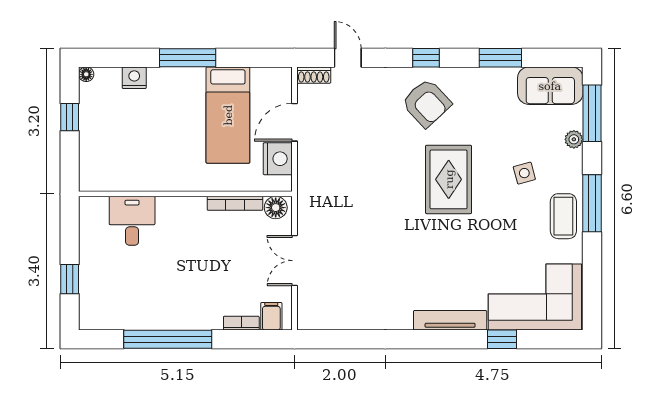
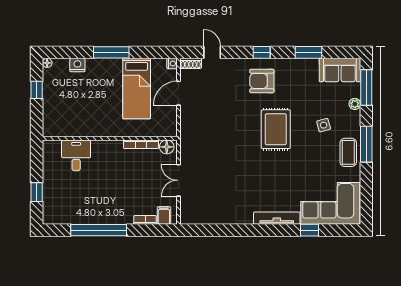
armchair: (427, 103) -> (262, 81), turned 133
nightstand: (278, 159) -> (172, 64), moved, width x0.53, depth x0.56

